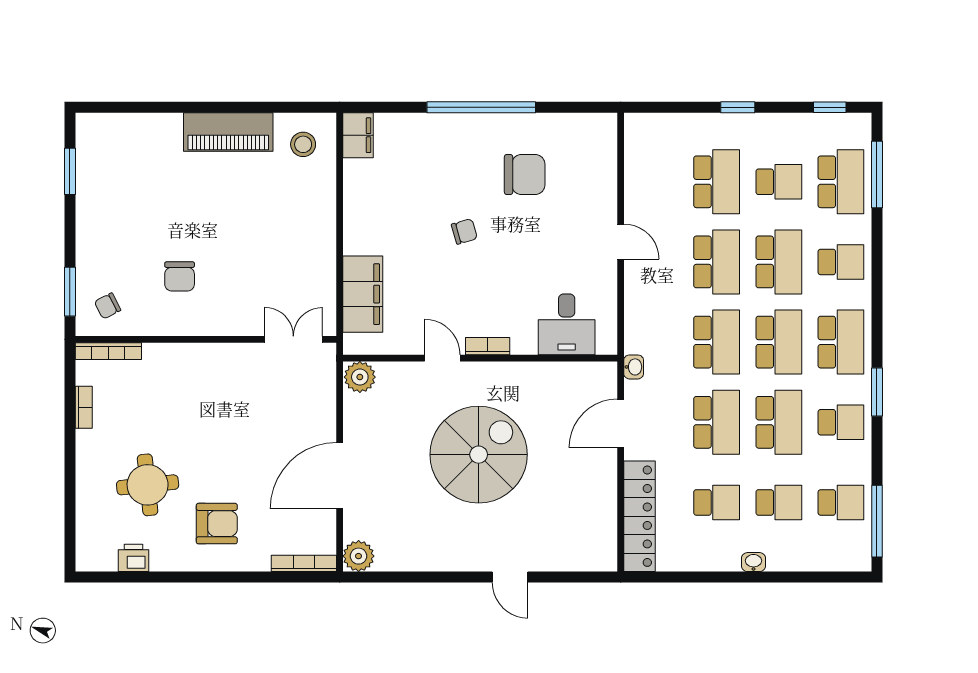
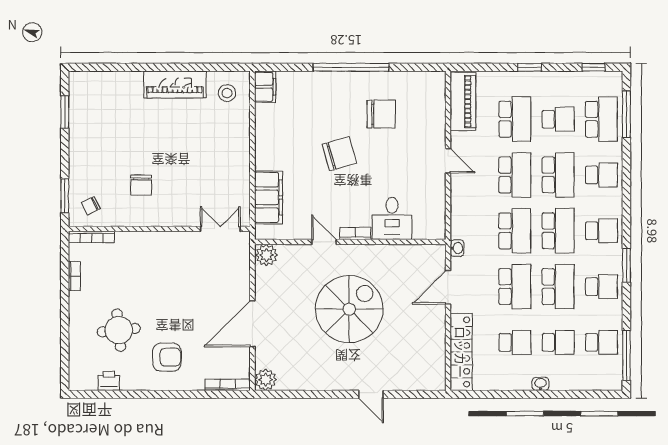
piano: (642, 156) -> (463, 101), added
chair: (464, 231) -> (339, 154), width x1.87, depth x1.87
desk: (567, 324) -> (392, 218), moved
school desk: (841, 342) -> (601, 231), width x0.54

